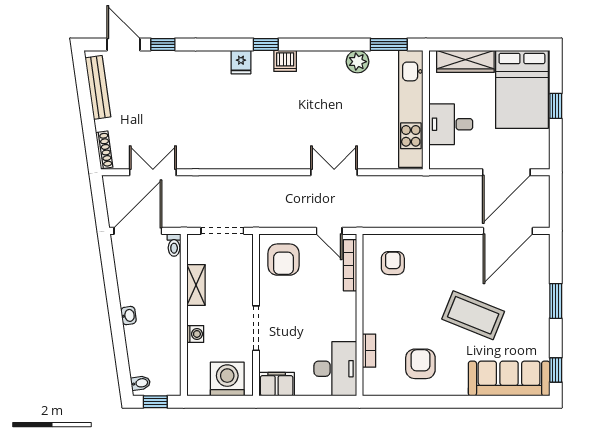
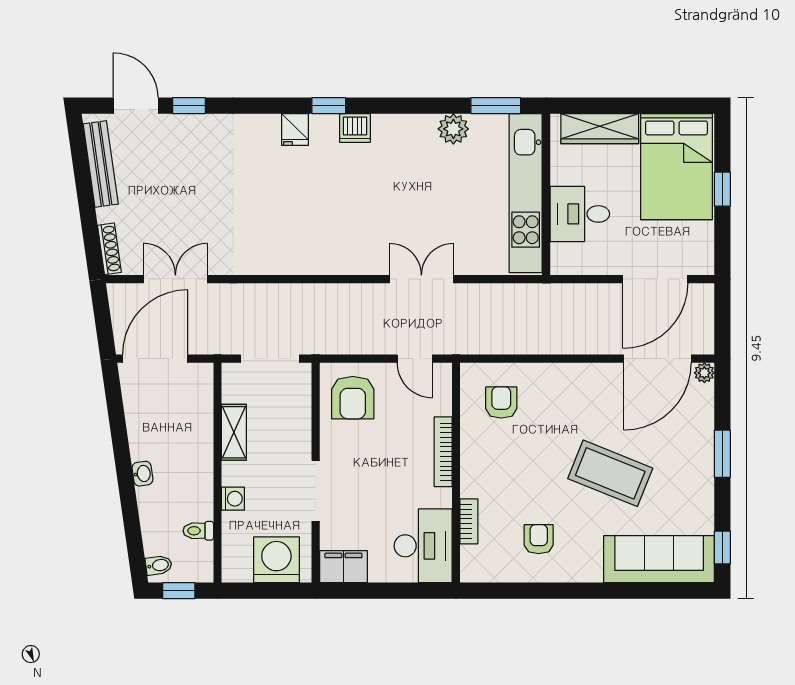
plant: (542, 241) -> (704, 373), added
toilet: (174, 245) -> (198, 531), moved, turned 90
bookcase: (350, 265) -> (443, 452), moved
armchair: (420, 364) -> (539, 539), width x0.72, depth x0.72

